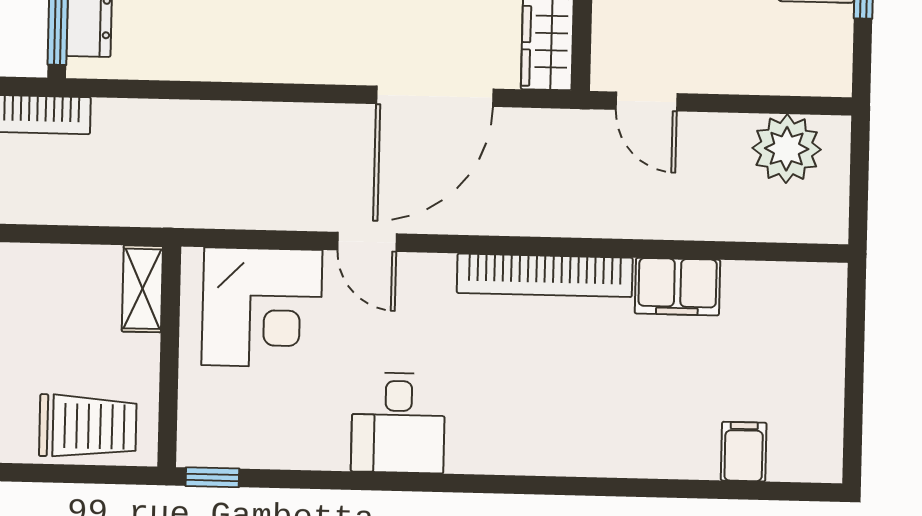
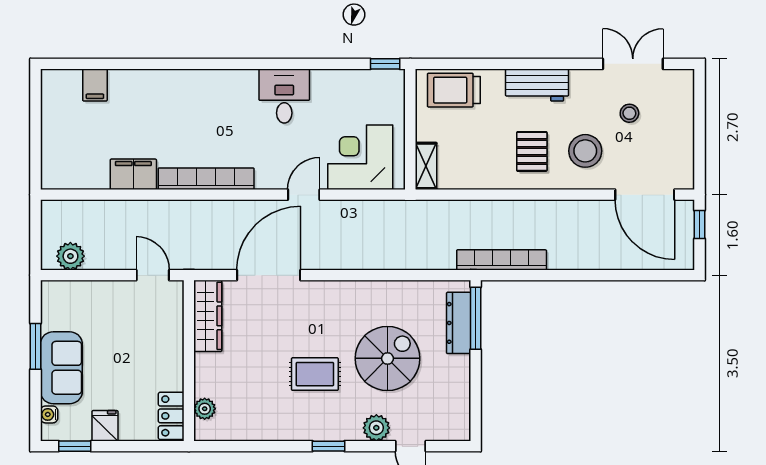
plant: (787, 149) -> (70, 256), width x0.73, depth x0.73
door: (367, 242) -> (304, 195), hinge flipped

